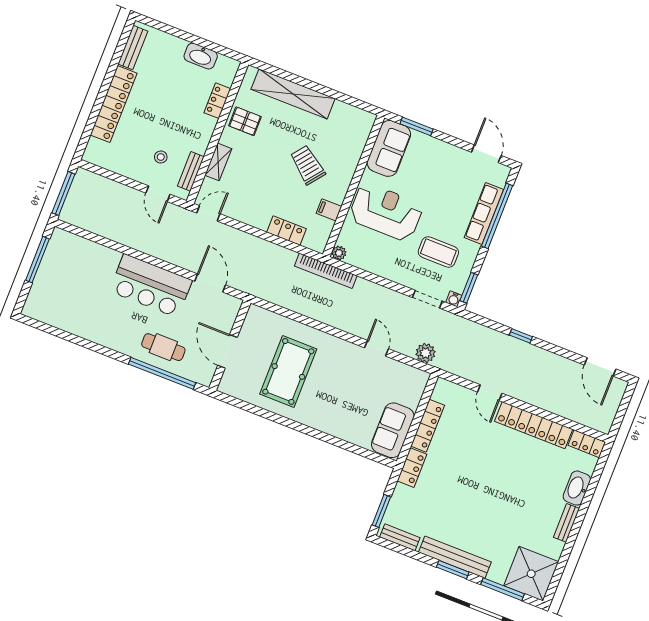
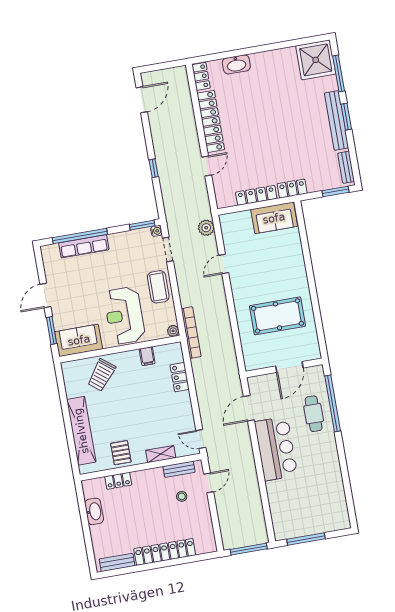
door: (486, 154) -> (45, 296), moved
trolley: (308, 165) -> (101, 375), moved
coffee table: (438, 252) -> (158, 287), moved
bench: (566, 523) -> (265, 57), removed

